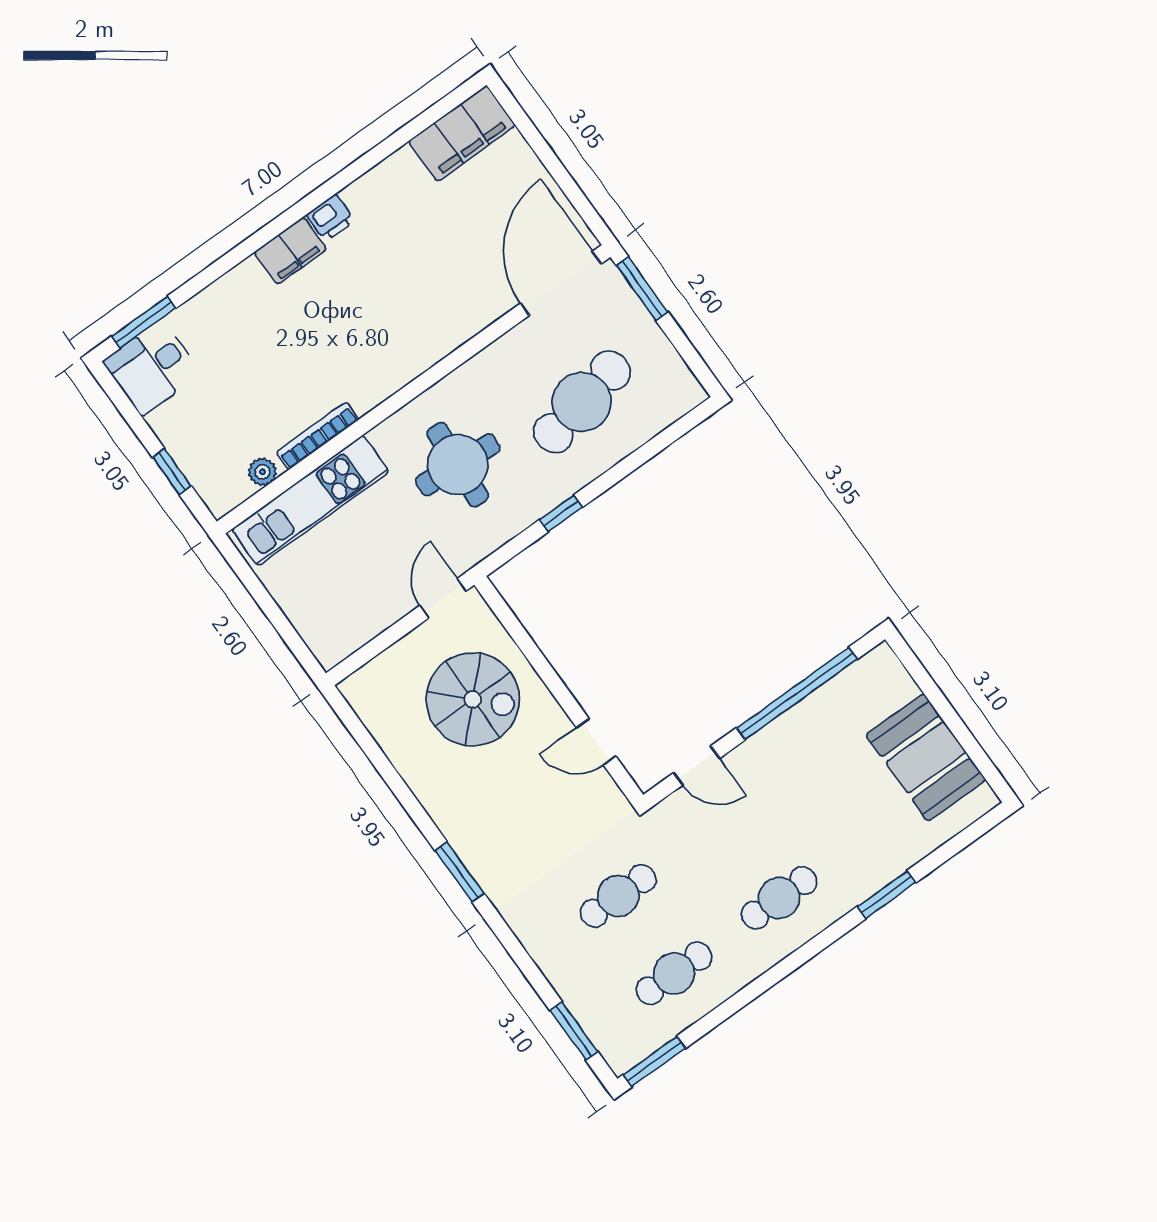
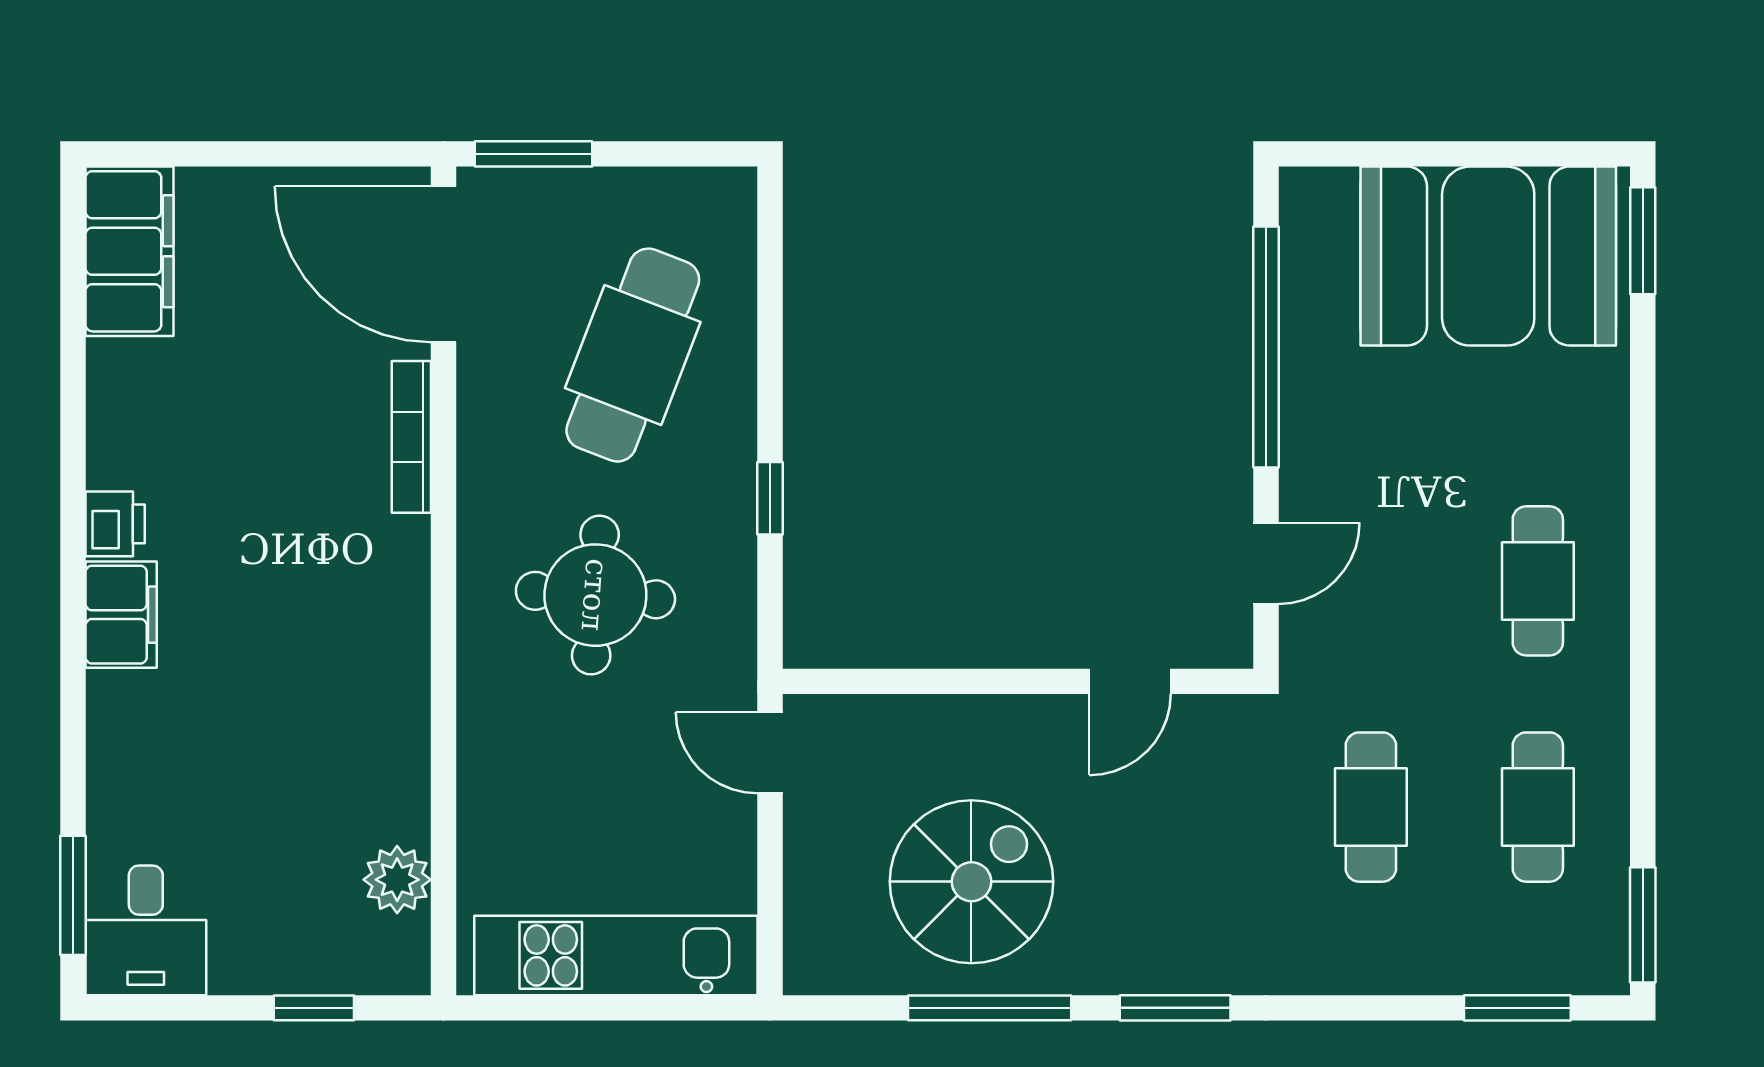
cafe table: (582, 402) -> (633, 355), turned 33
bookcase: (317, 436) -> (411, 437), moved
plant: (262, 472) -> (397, 880), width x1.38, depth x1.38
kitchen unit: (310, 501) -> (616, 955), moved, turned -90
spiral stairs: (473, 699) -> (971, 882), moved
booth: (926, 757) -> (1488, 256), width x1.36, depth x1.42
window: (398, 786) -> (990, 1008), added
window: (886, 895) -> (1643, 241), moved

